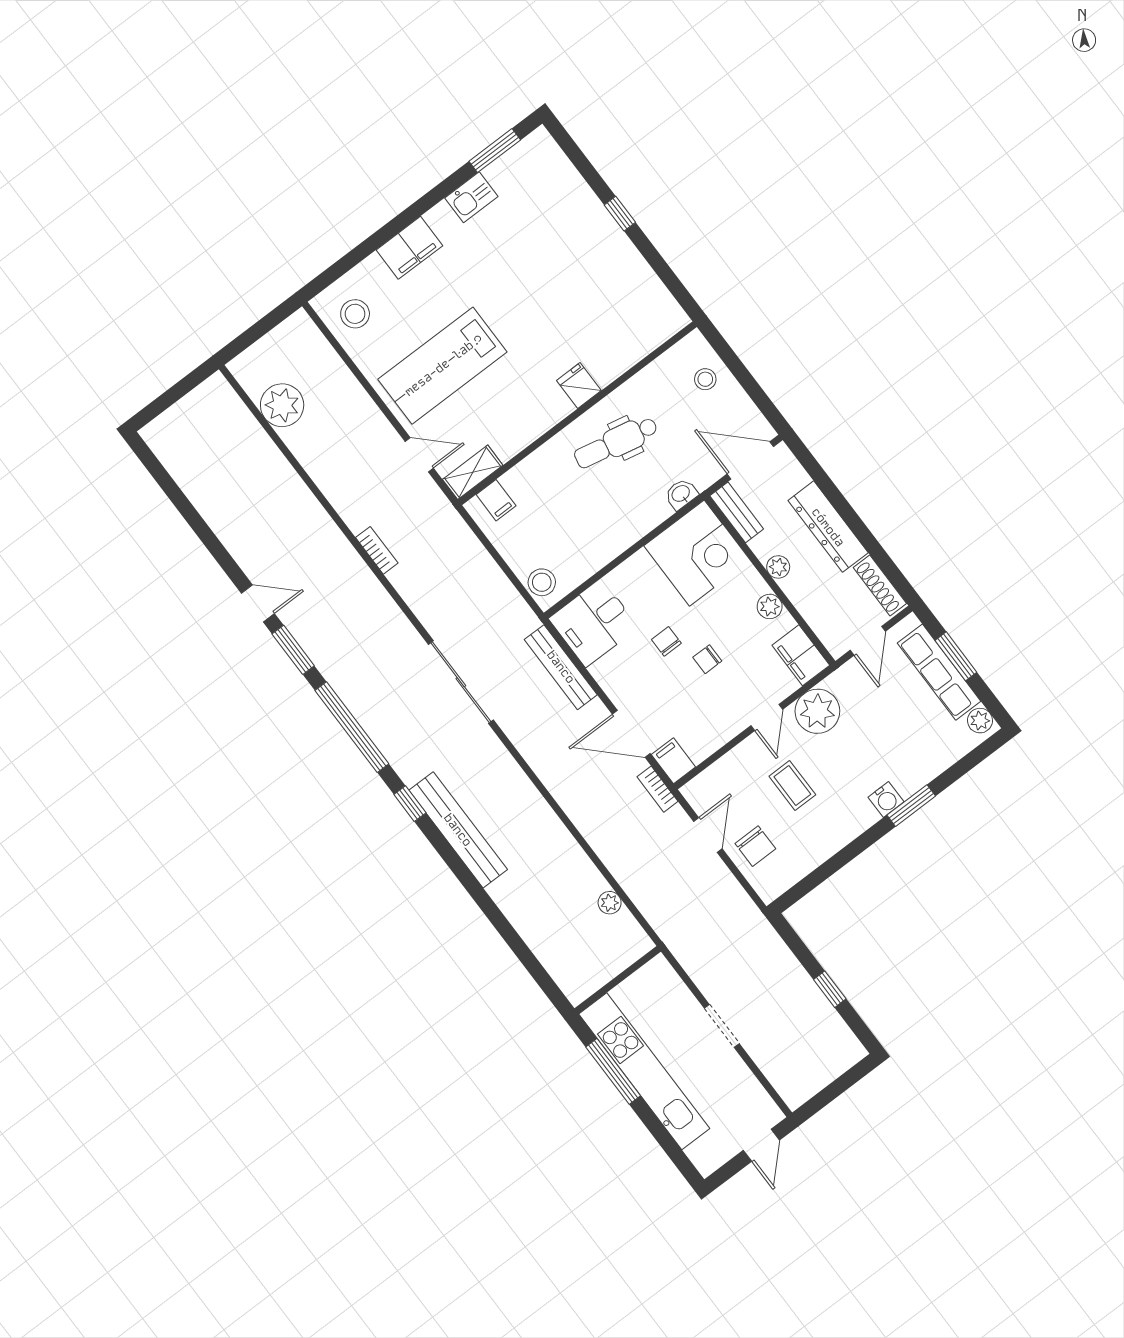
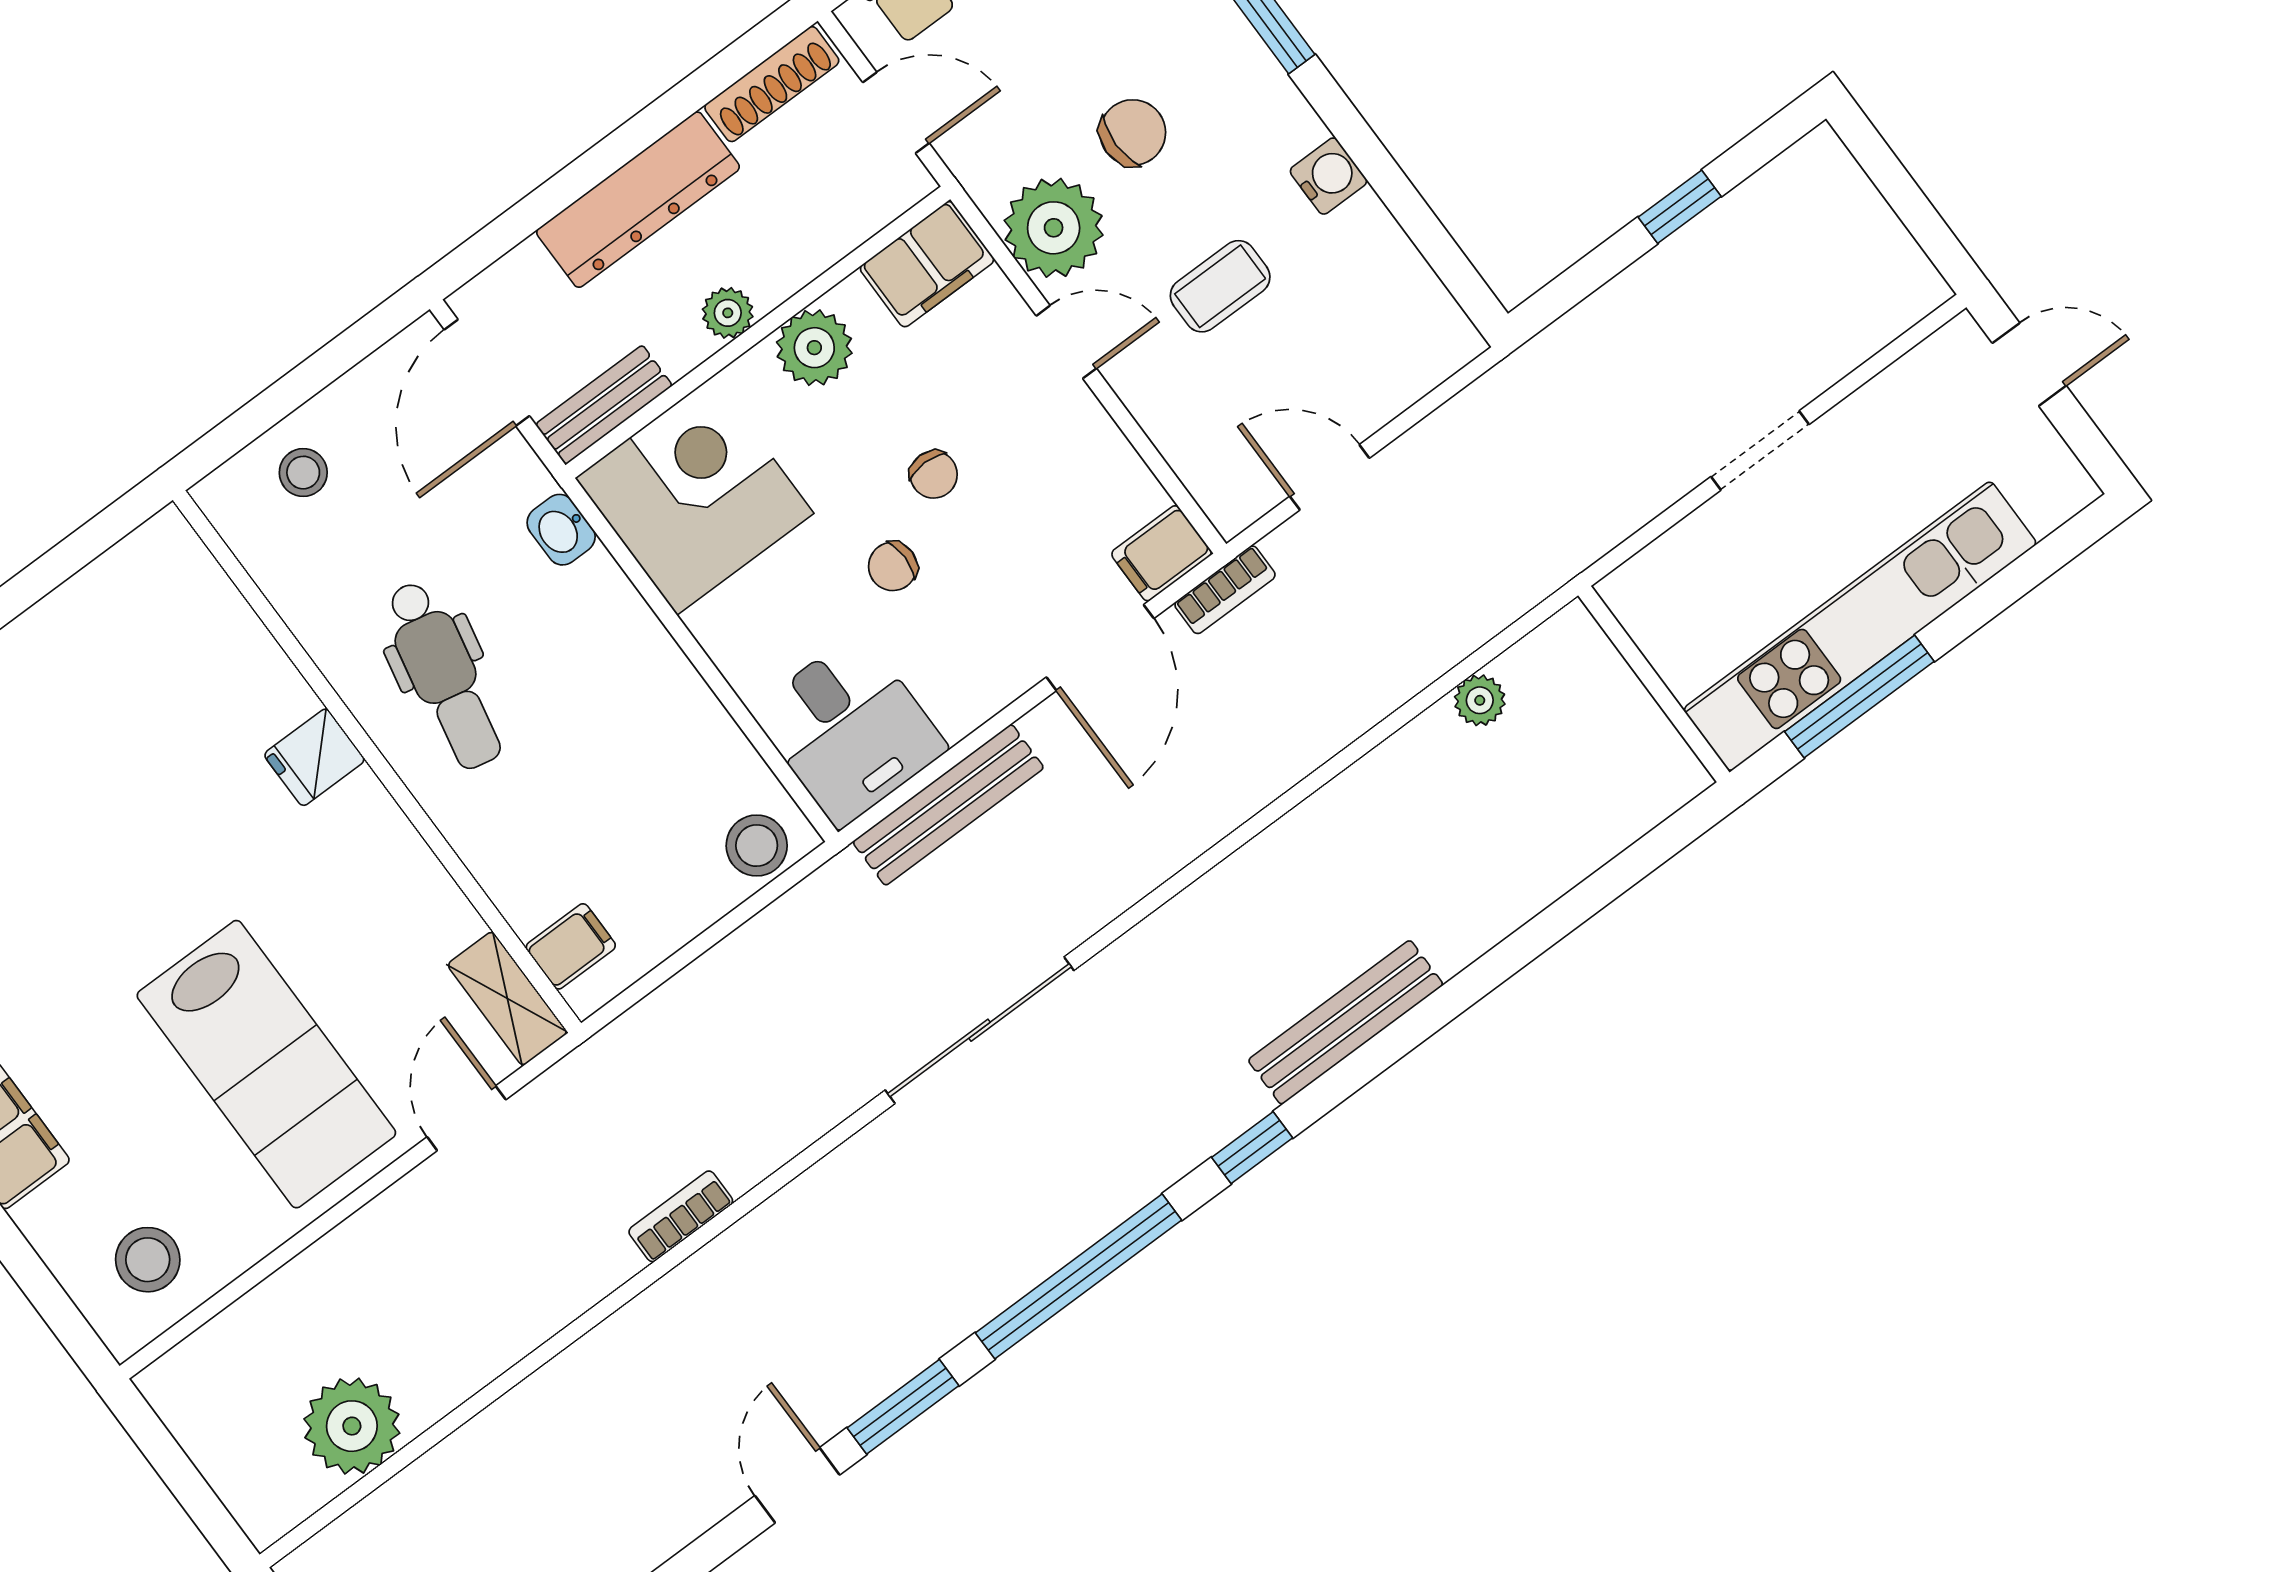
plant: (770, 606) -> (814, 348), width x1.38, depth x1.38
water cooler: (886, 799) -> (1328, 176), moved
bench: (458, 830) -> (1346, 1022), width x0.73, depth x0.82
chair: (755, 846) -> (1133, 133), moved

